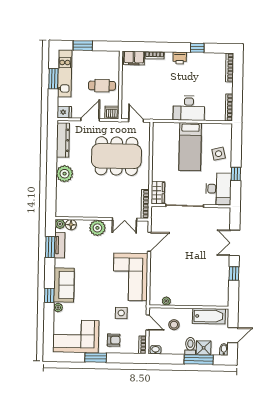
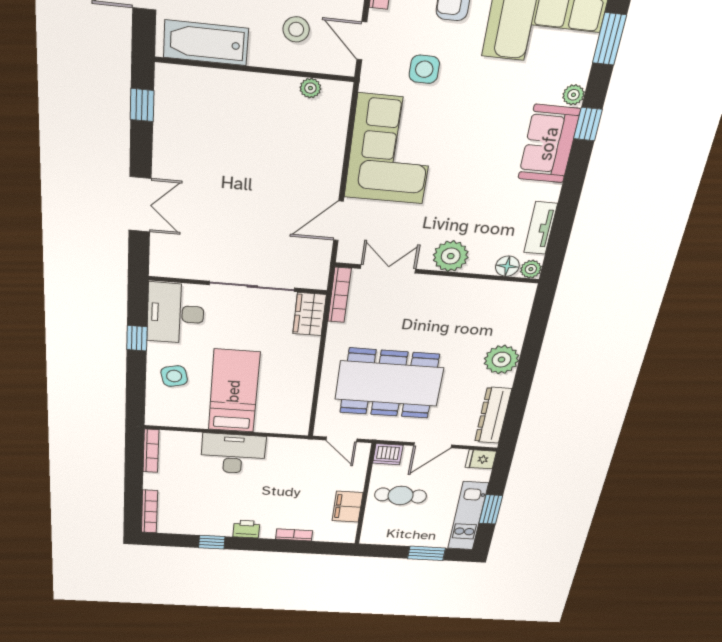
filing cabinet: (134, 58) -> (348, 507), moved, turned -90
window: (50, 247) -> (609, 39), moved
window: (234, 273) -> (142, 105), moved

